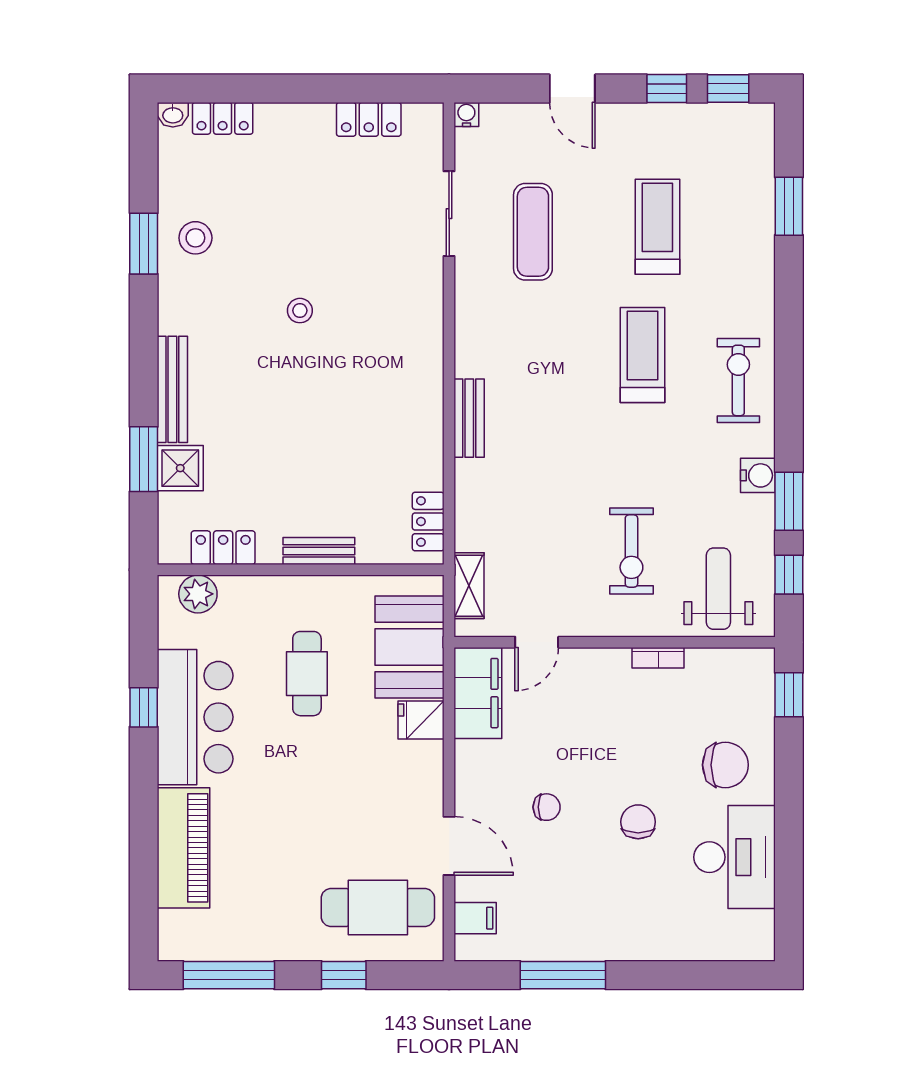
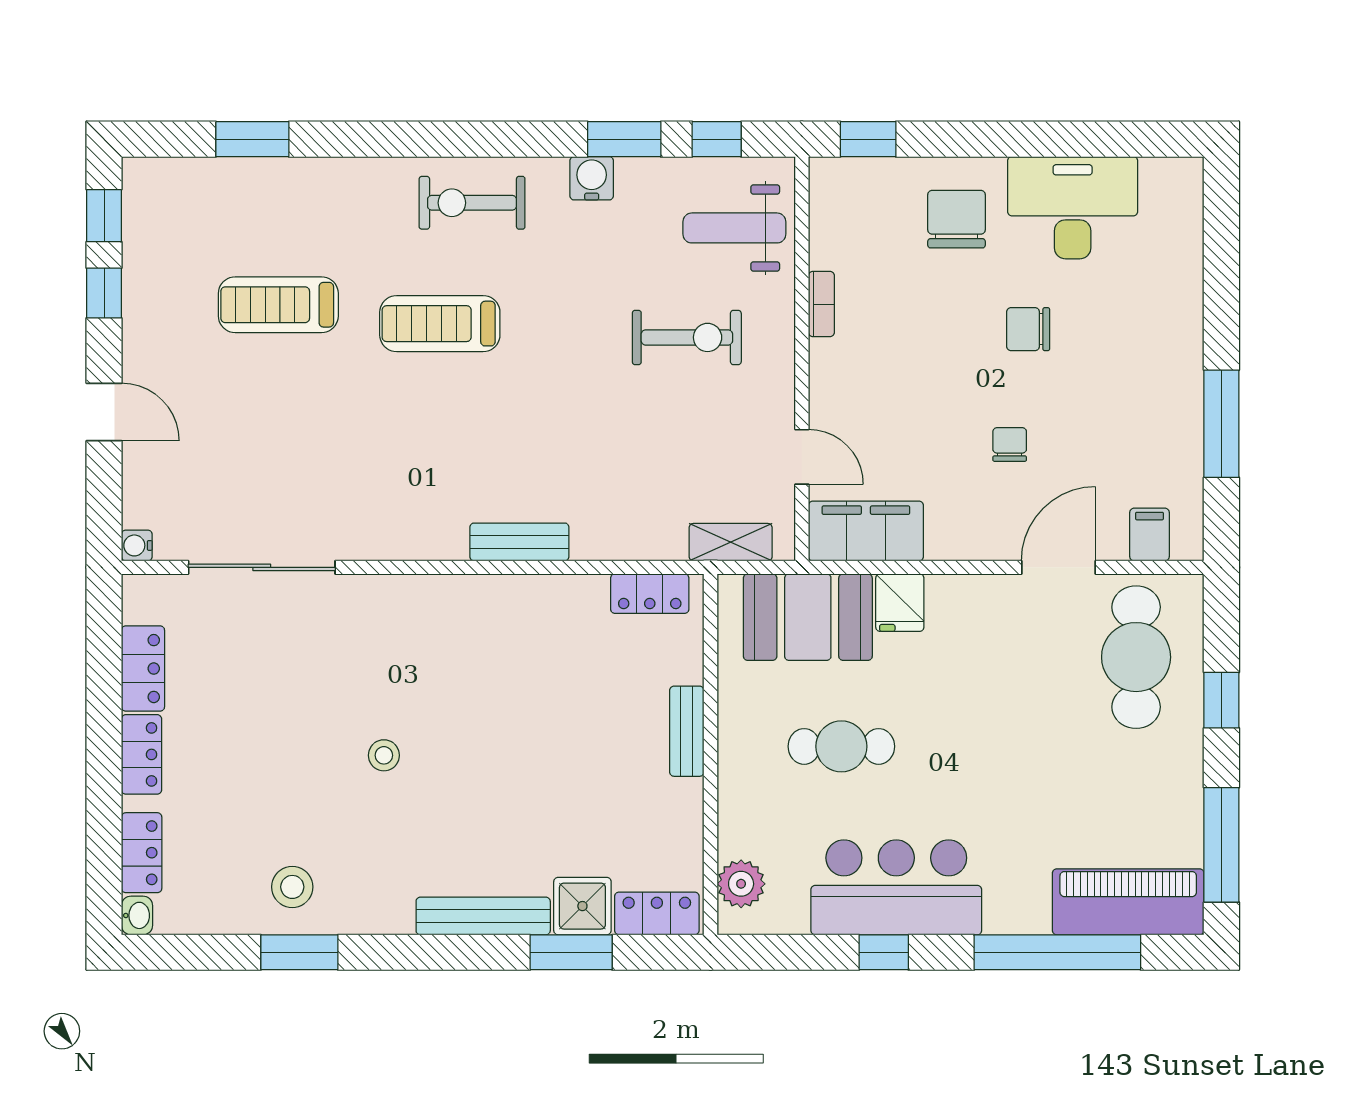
door: (572, 88) -> (104, 412), hinge flipped
locker: (301, 118) -> (141, 754), added
sliding door: (449, 214) -> (262, 567), width x1.37
exercise mat: (533, 232) -> (285, 462), removed
locker: (223, 548) -> (657, 913), moved, turned 90
window: (144, 845) -> (1057, 952), added
piano: (184, 848) -> (1128, 902), moved

